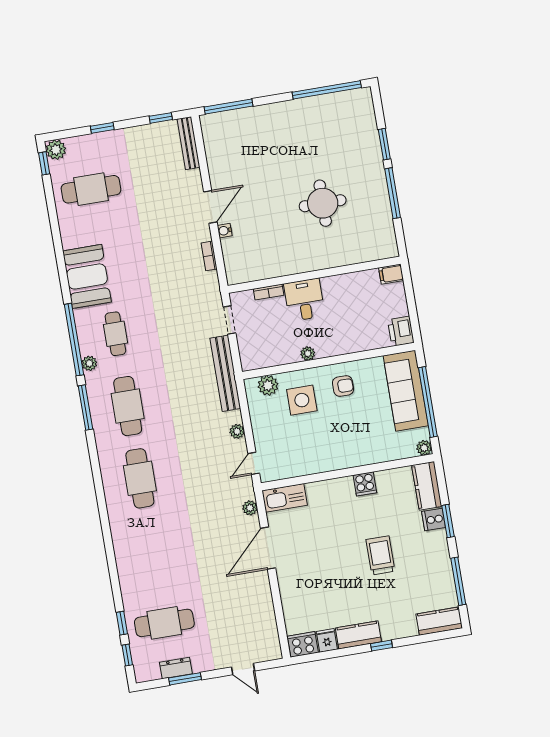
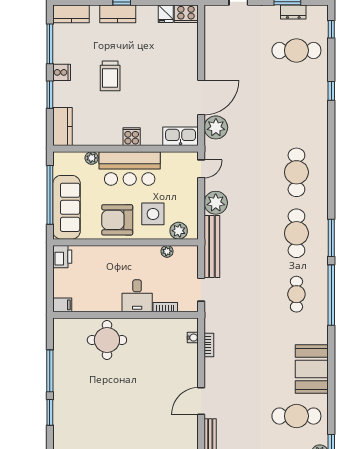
round table: (323, 203) -> (107, 340), moved
door: (210, 207) -> (201, 401), moved
water cooler: (225, 231) -> (193, 338), moved
booth: (87, 276) -> (312, 369), moved
plant: (308, 354) -> (167, 251), moved
plant: (89, 363) -> (322, 274), removed
armchair: (343, 386) -> (117, 220), width x1.88, depth x1.88
plant: (237, 431) -> (216, 203), width x1.88, depth x1.88
plant: (424, 448) -> (92, 158), moved
bar counter: (339, 449) -> (130, 168), added
cooker: (365, 484) -> (132, 137), moved
plant: (250, 508) -> (216, 127), width x1.87, depth x1.87
cooker: (434, 519) -> (62, 72), moved
window: (122, 623) -> (331, 91), moved
kitchen counter: (358, 635) -> (118, 14), moved

